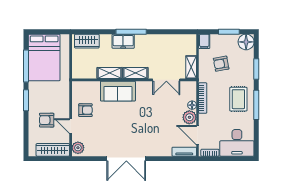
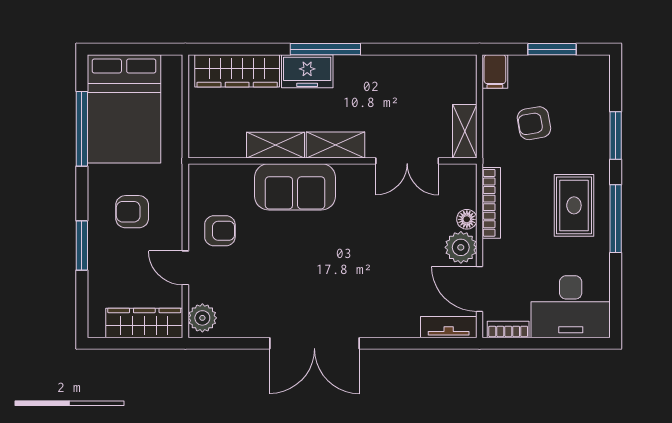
wardrobe: (87, 41) -> (237, 71), width x1.50
floor lamp: (246, 42) -> (592, 73), removed
window: (26, 100) -> (82, 246), moved
armchair: (47, 120) -> (132, 212), moved

